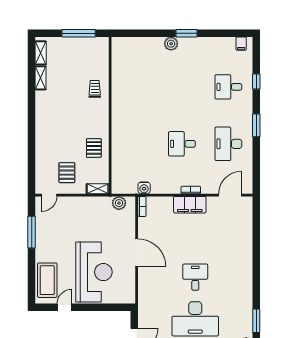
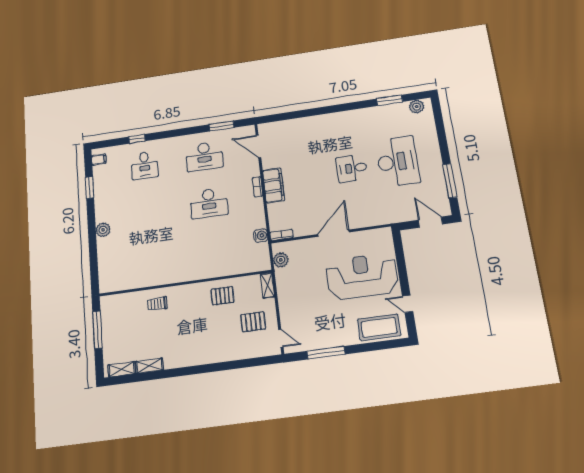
window: (187, 33) -> (90, 188), moved
window: (256, 125) -> (221, 126), moved
desk: (182, 144) -> (209, 203), width x1.37

